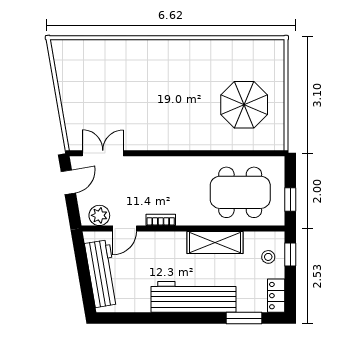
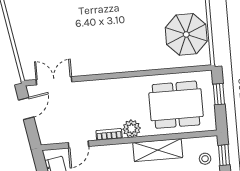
parasol: (244, 105) -> (186, 34), moved
window: (290, 200) -> (219, 94), moved
plant: (99, 215) -> (132, 129), moved

